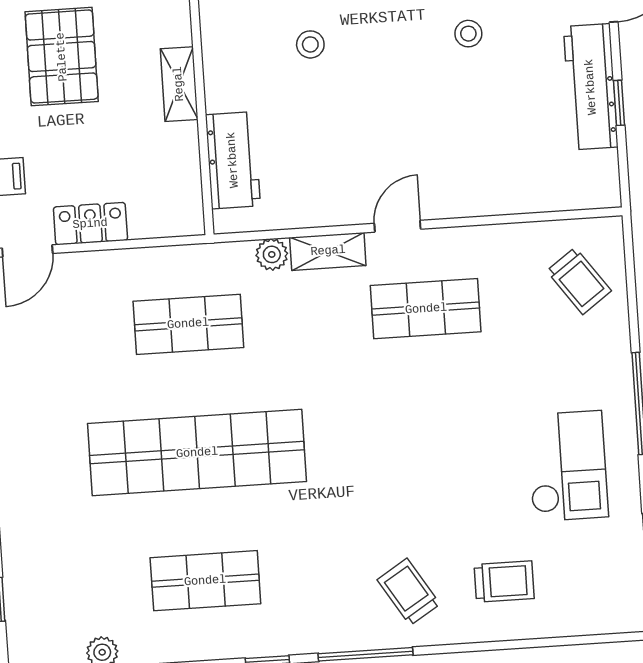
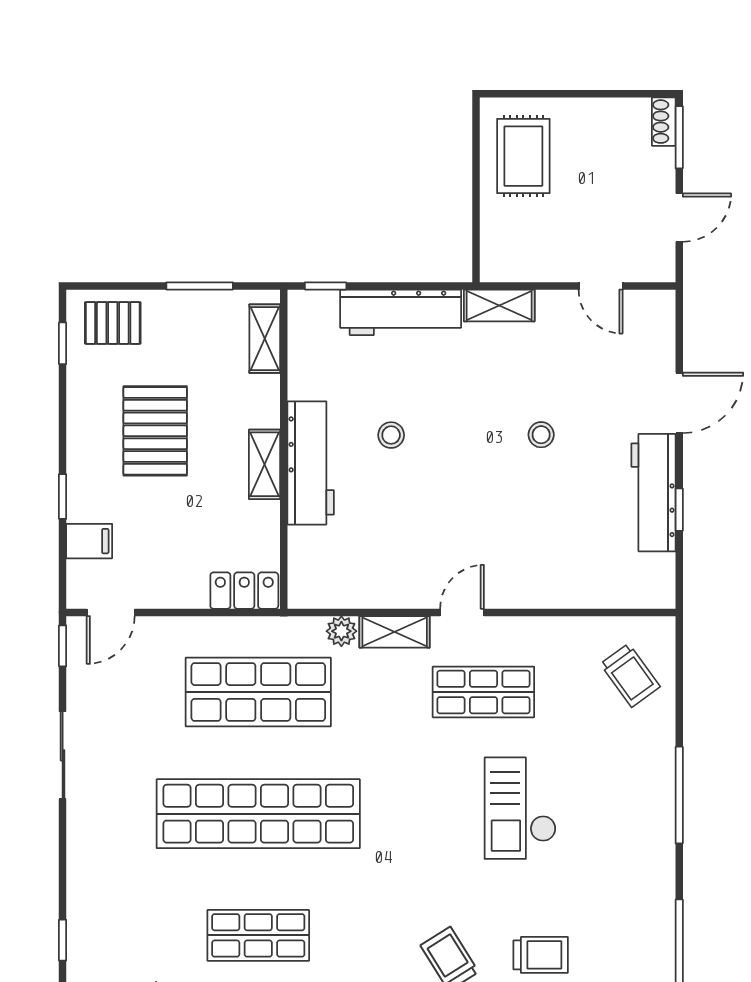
workbench: (233, 160) -> (311, 463), moved, width x1.38
locker: (90, 224) -> (244, 591), moved
shop shelf: (188, 324) -> (258, 692), width x1.43, depth x1.36
checkout: (567, 466) -> (520, 808), moved, turned 180

